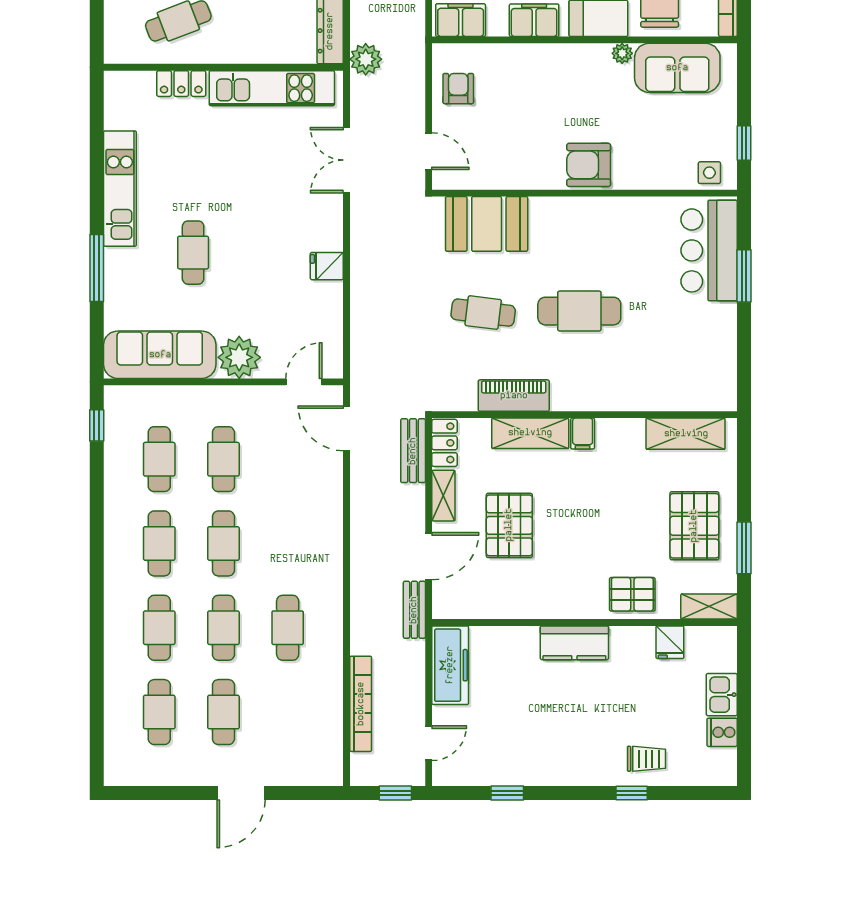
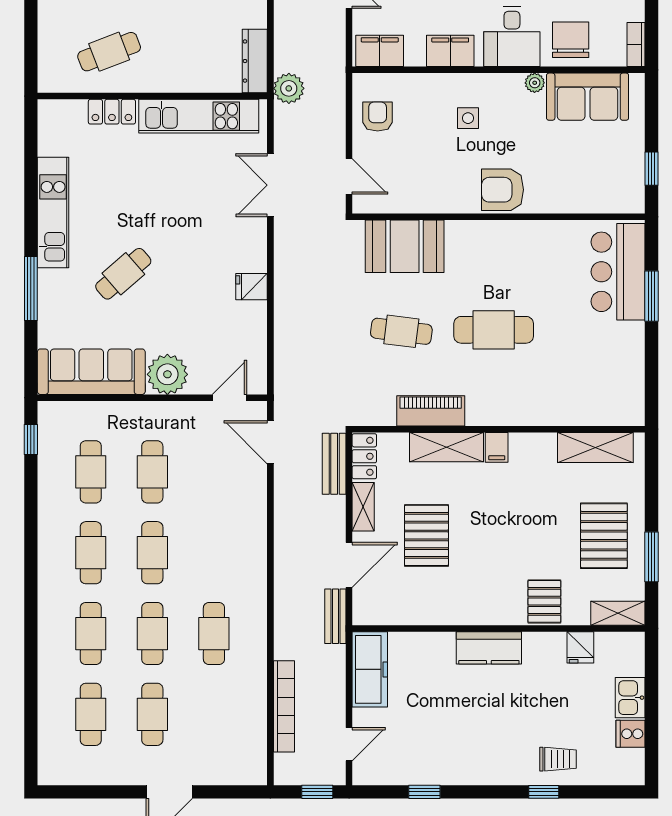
side table: (709, 173) -> (468, 118), moved
cafe table: (193, 253) -> (123, 274), turned 49
pallet: (632, 594) -> (544, 601), turned 90

